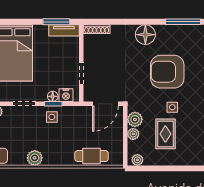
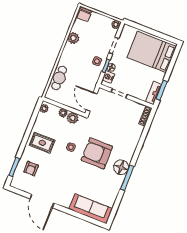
floor lamp: (145, 35) -> (121, 167), moved
armchair: (167, 72) -> (97, 153), turned -90
rug: (165, 134) -> (42, 143), moved

